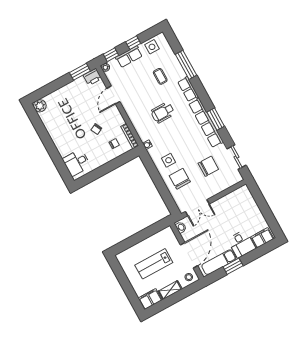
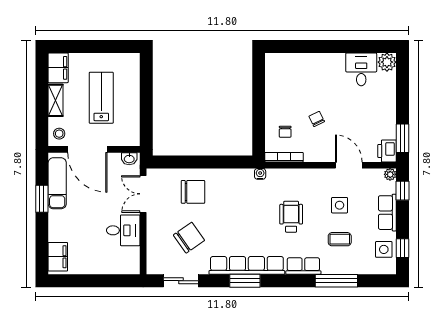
window: (133, 43) -> (403, 248), moved
side table: (169, 160) -> (340, 205), moved
desk: (77, 163) -> (361, 69), moved
chair: (208, 166) -> (189, 238), turned -125
desk: (241, 244) -> (123, 230), moved, turned 180

